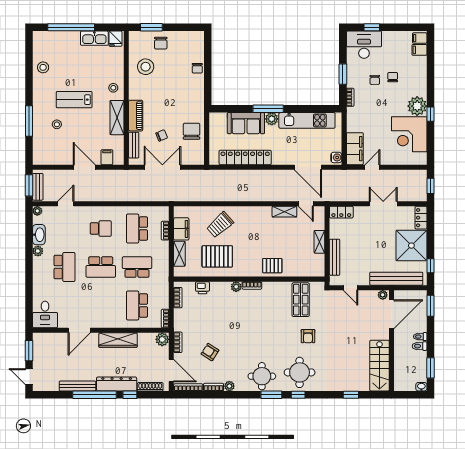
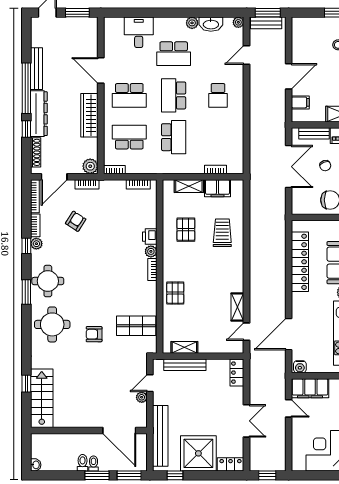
door: (66, 204) -> (247, 55), swing flipped
trolley: (220, 225) -> (222, 233), turned 42
school desk: (137, 229) -> (129, 95), moved, turned 180
shelving: (319, 242) -> (184, 347), moved
pallet: (217, 256) -> (186, 230), width x0.67, depth x0.71
printer: (203, 288) -> (150, 237), moved
plant: (383, 295) -> (142, 397), moved
desk: (45, 314) -> (139, 32), moved, turned 90
stairs: (379, 366) -> (42, 398), moved, turned 90
window: (430, 368) -> (97, 475), moved
window: (298, 395) -> (26, 246), moved

